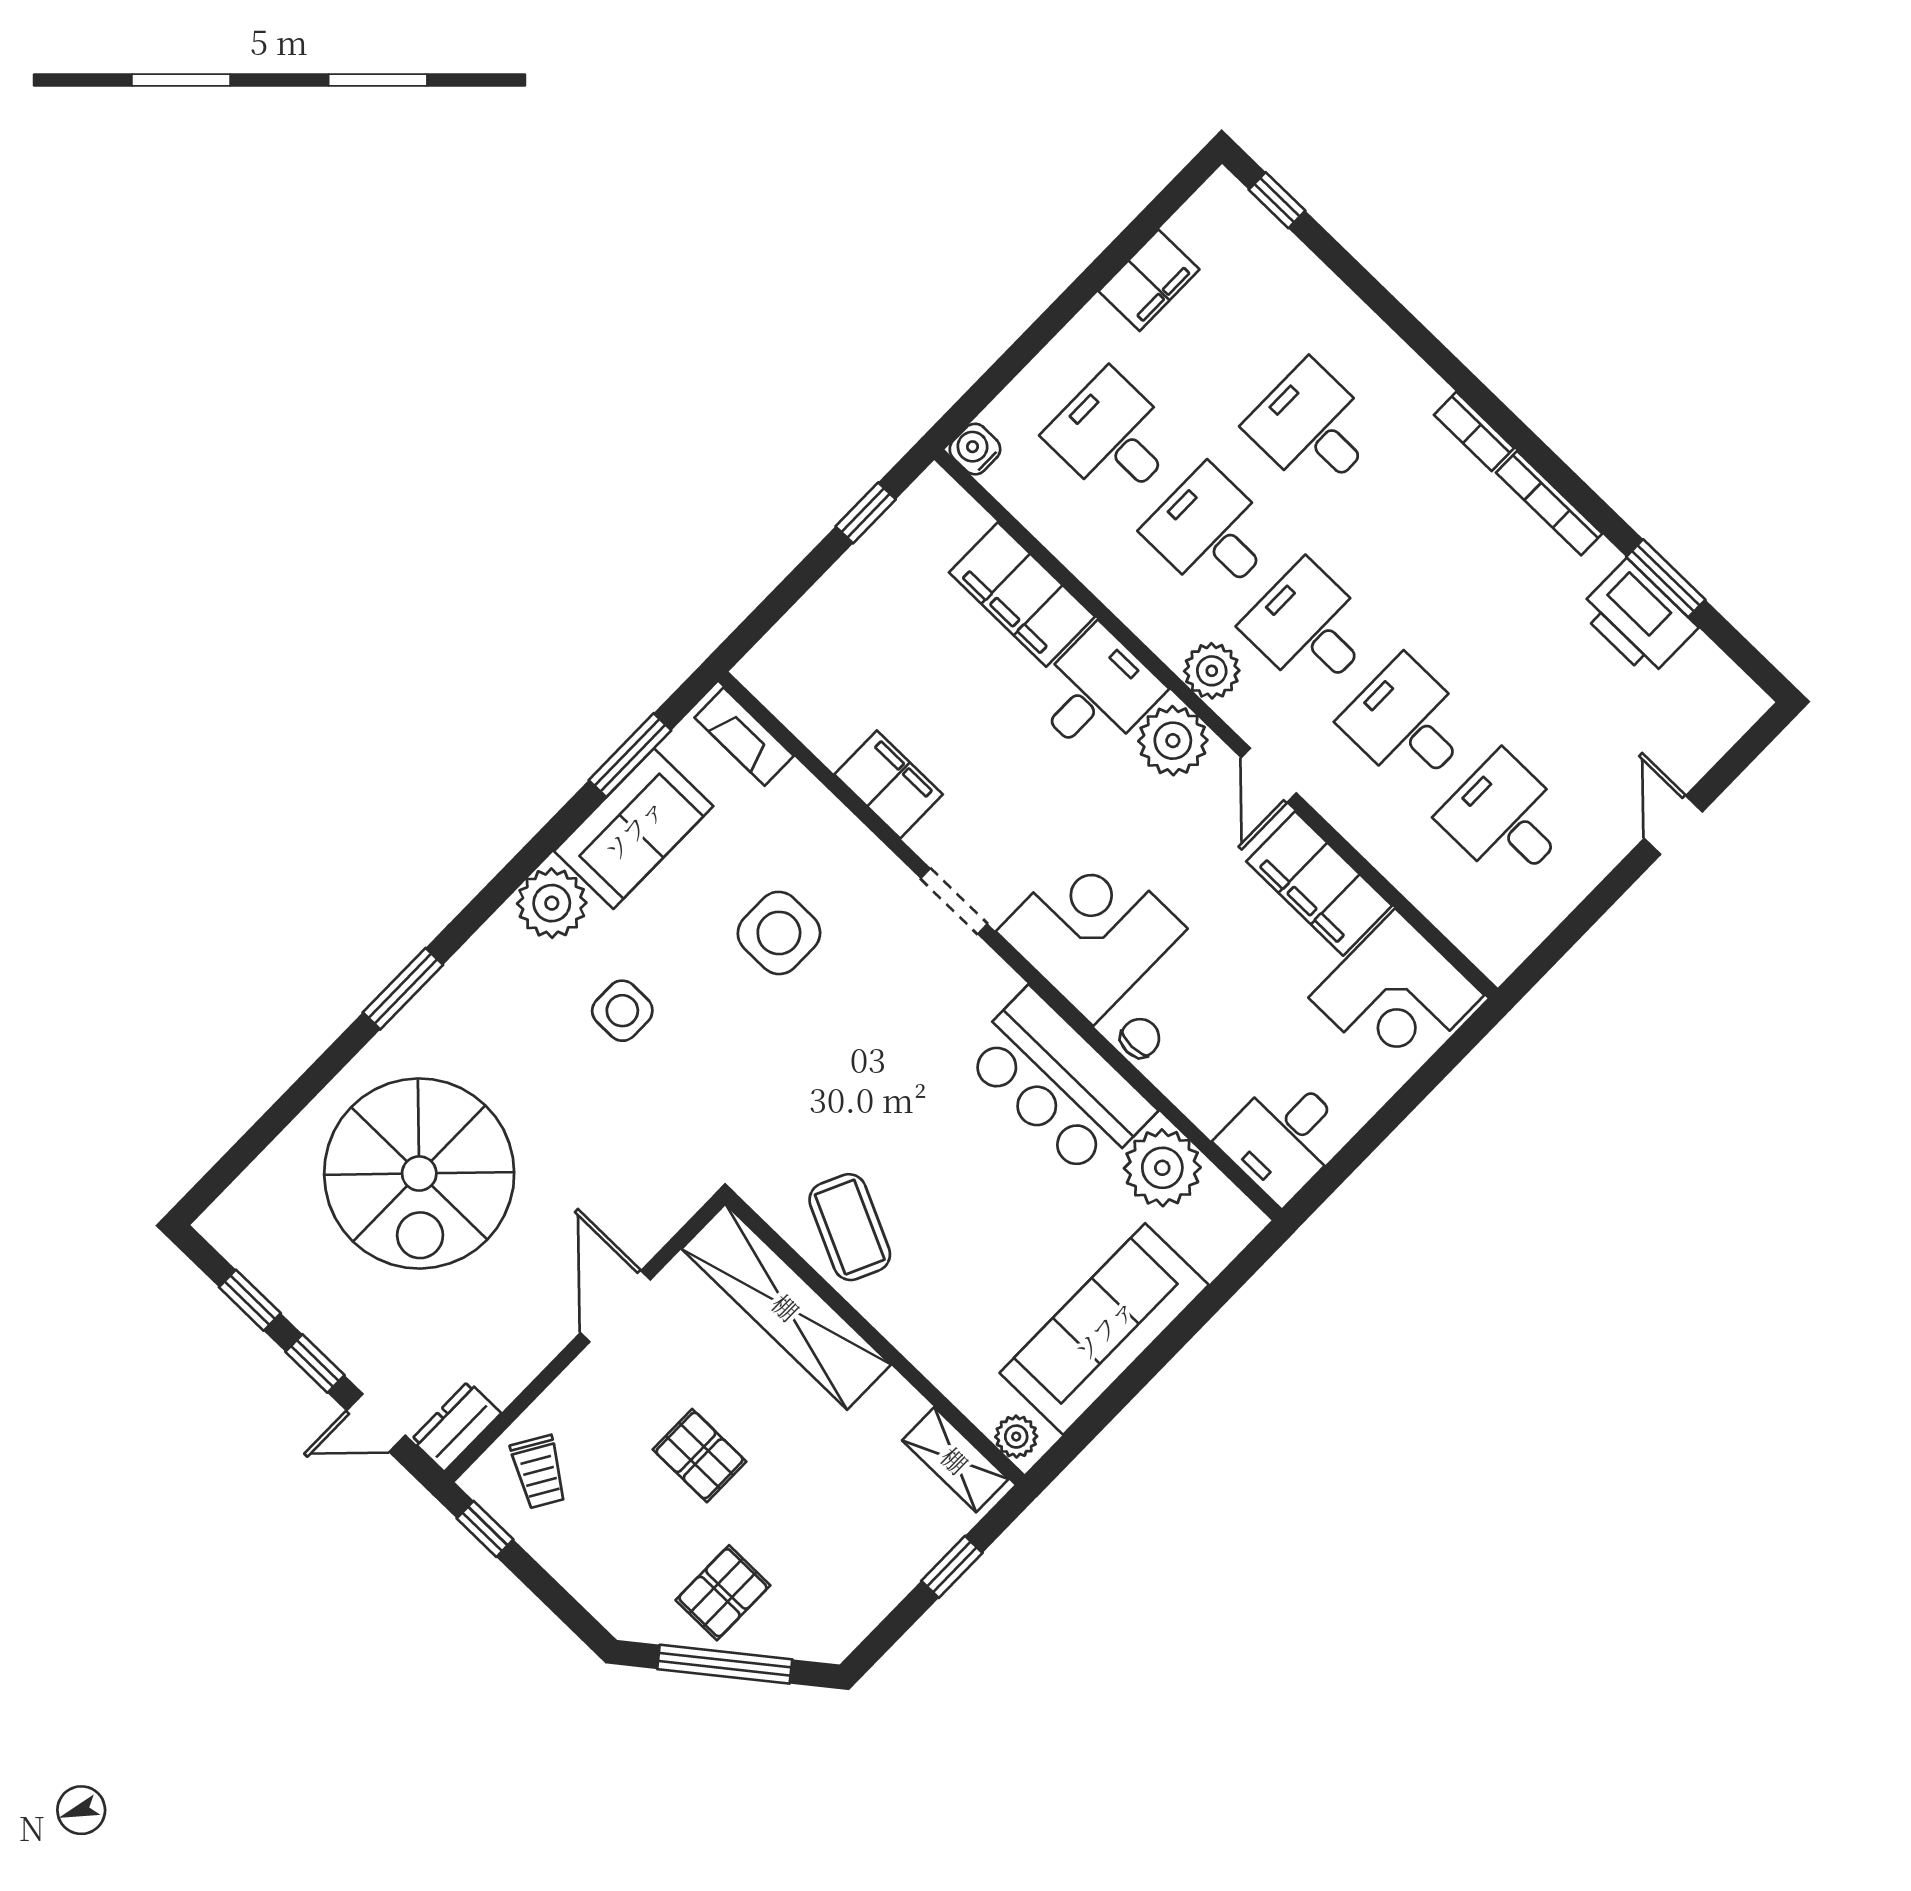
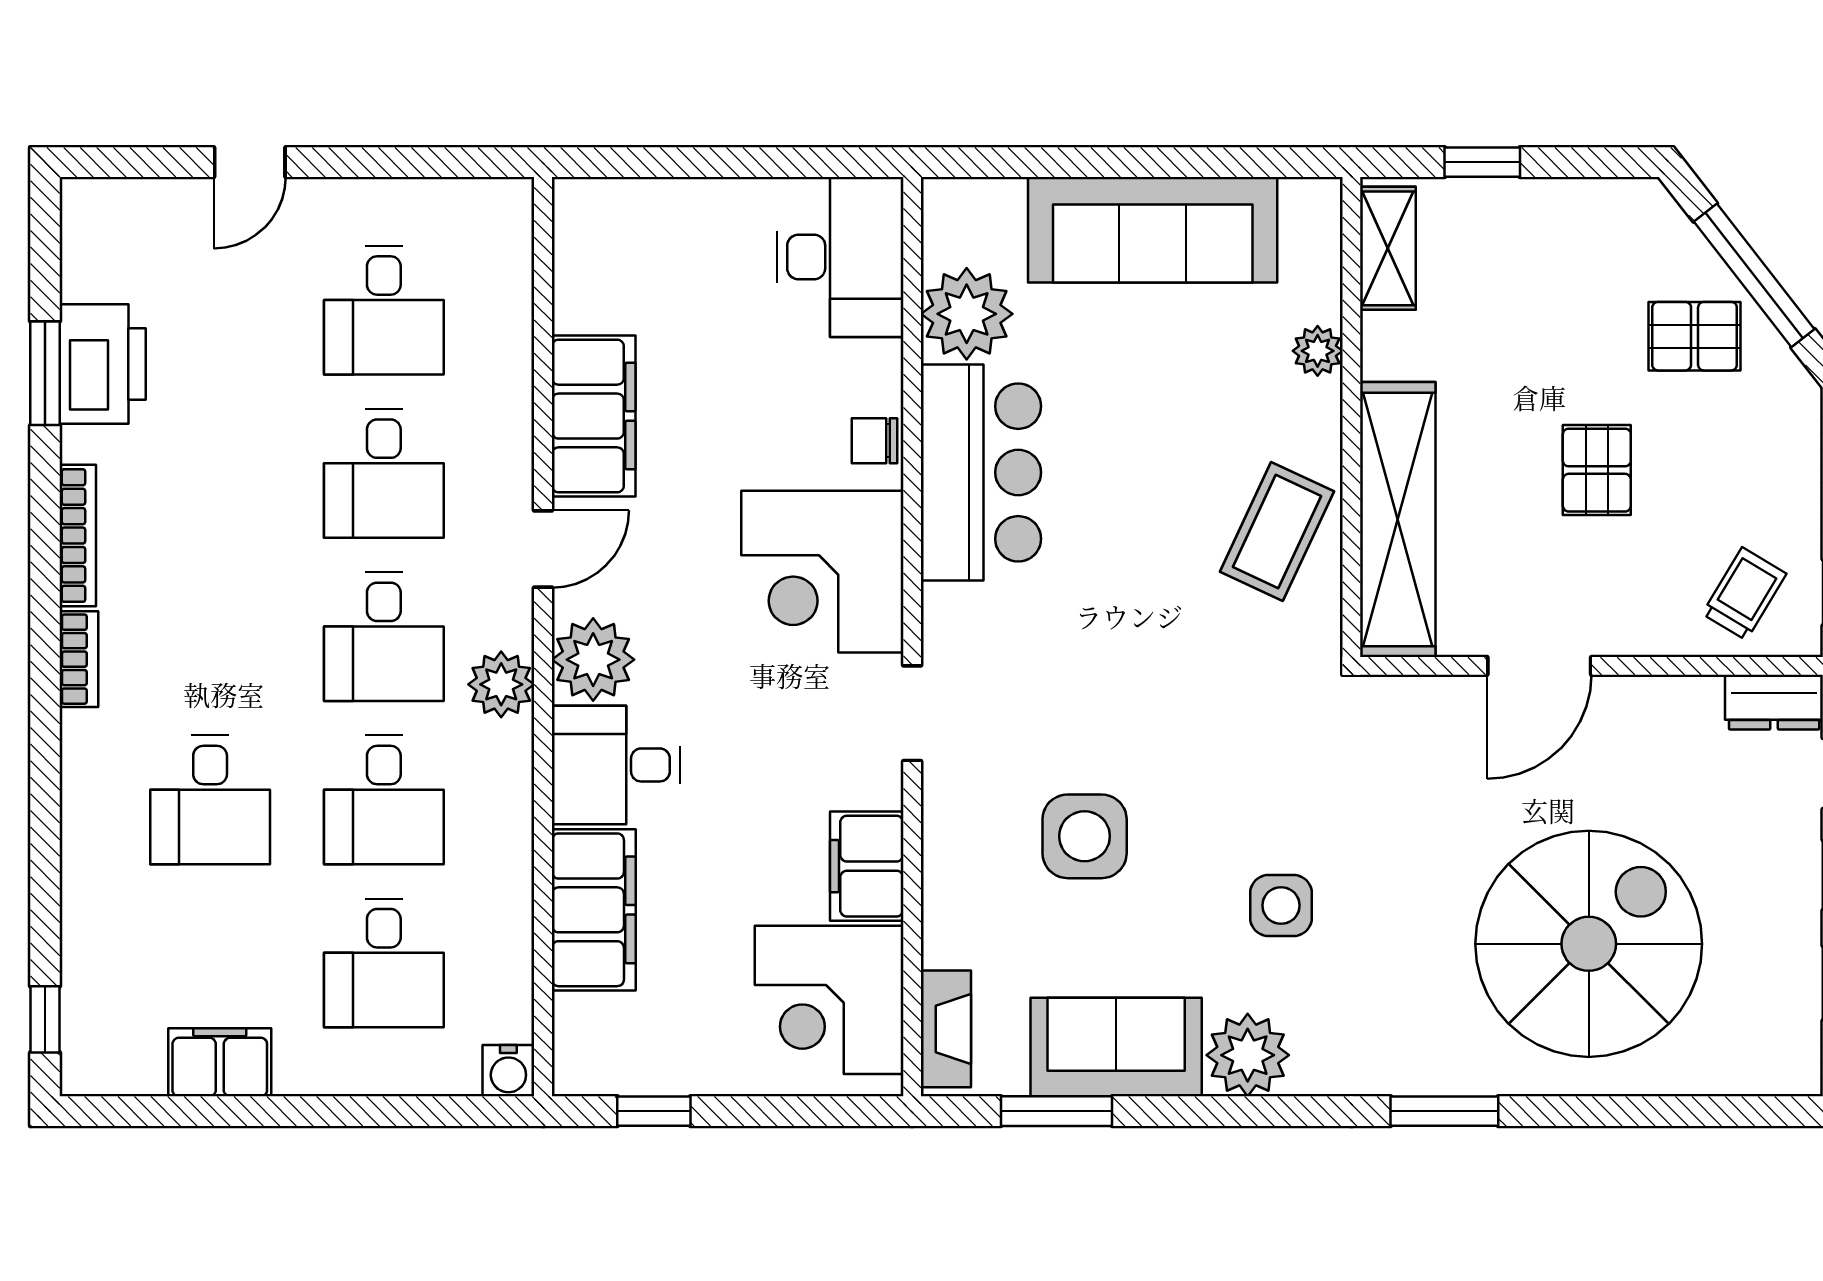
corner desk: (1396, 996) -> (829, 1000), moved, turned 180
desk: (1284, 1138) -> (840, 257), width x1.37
plant: (1016, 1437) -> (1318, 351), moved

